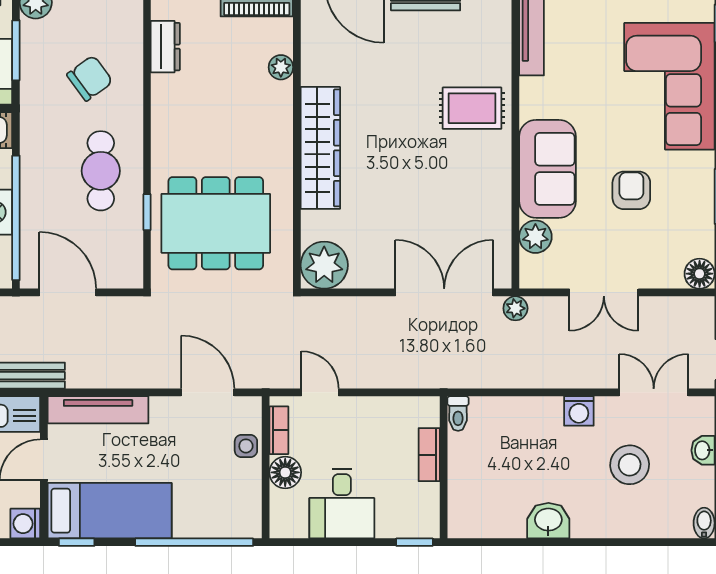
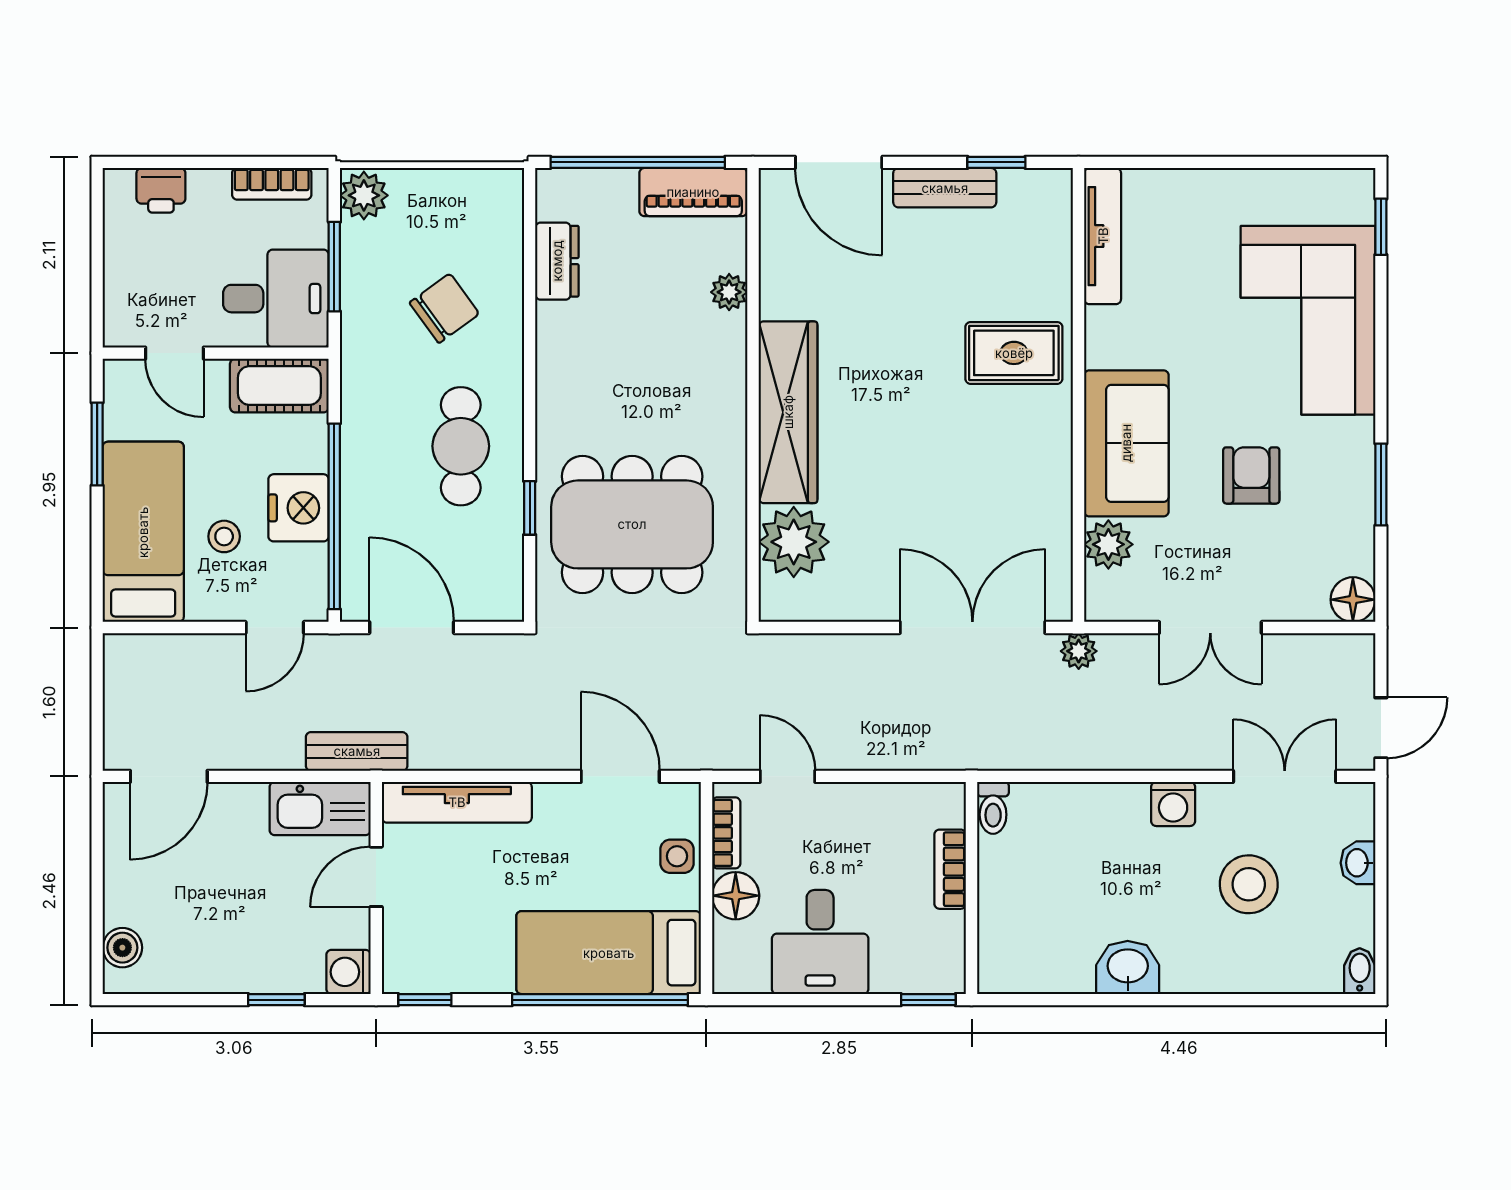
plant: (324, 265) -> (794, 542), moved
bed: (110, 511) -> (609, 953), moved, turned 180

